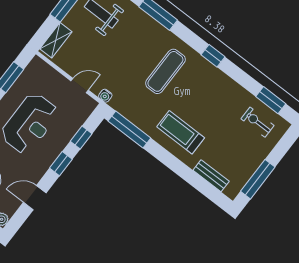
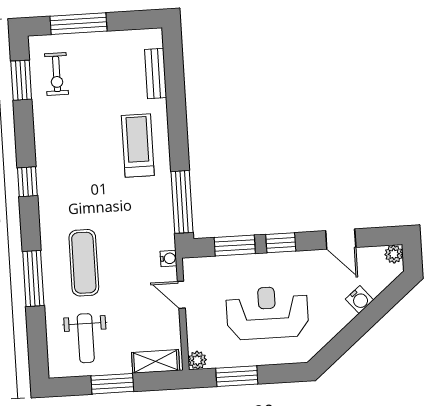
plant: (37, 63) -> (197, 360), added
exercise mat: (165, 71) -> (84, 263), moved, turned 90
treadmill: (181, 132) -> (138, 146), turned 180
window: (81, 138) -> (235, 246), width x1.50
window: (258, 179) -> (78, 24), moved

